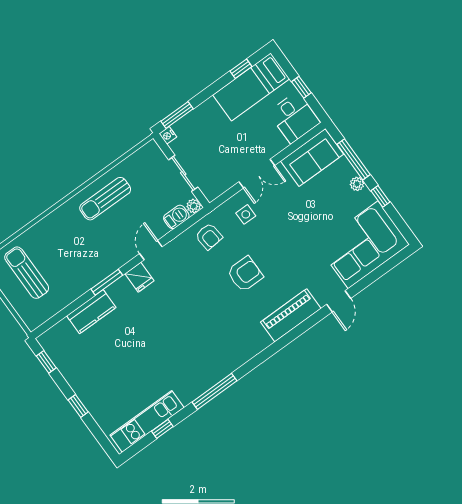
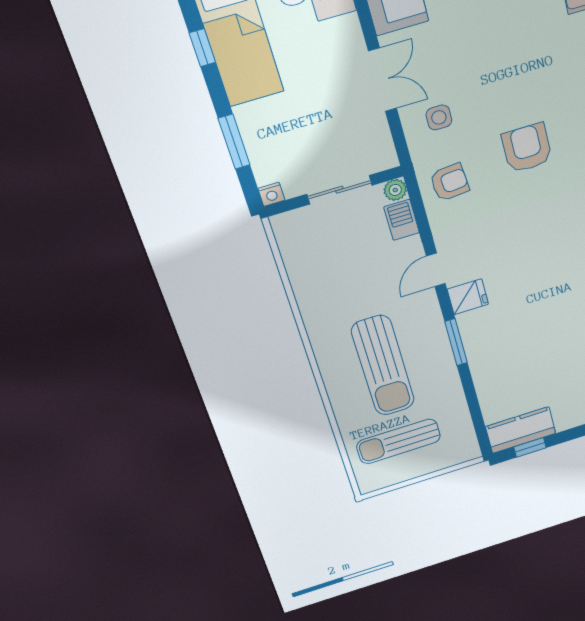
window: (177, 115) -> (234, 142), moved
sun lounger: (105, 199) -> (383, 366), moved, width x1.36, depth x1.34
door: (151, 250) -> (436, 270), hinge flipped
kitchen counter: (91, 312) -> (521, 430), moved, turned -90

